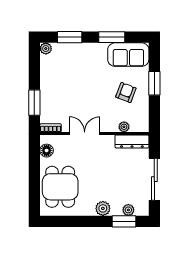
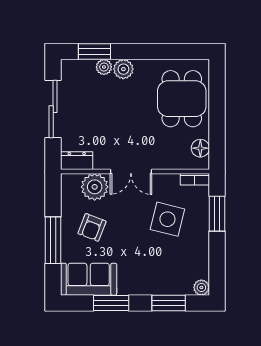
window: (154, 83) -> (53, 240), width x1.44
side table: (71, 99) -> (167, 219), added
plant: (124, 127) -> (95, 187), width x1.88, depth x1.88
double door: (85, 133) -> (131, 172), moved
dresser: (132, 141) -> (77, 161), width x0.70
plant: (128, 210) -> (104, 67), moved

